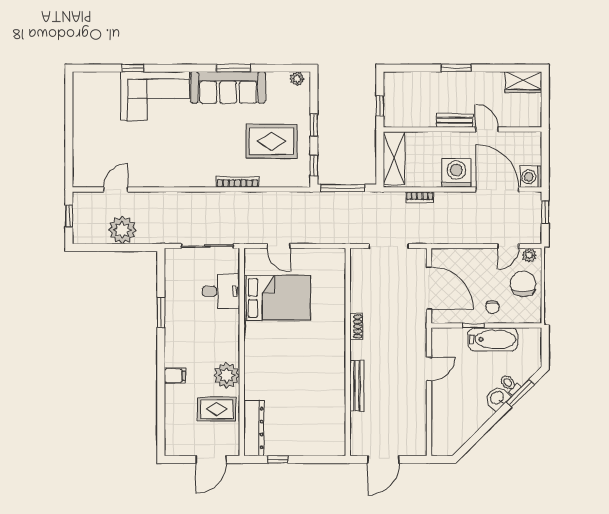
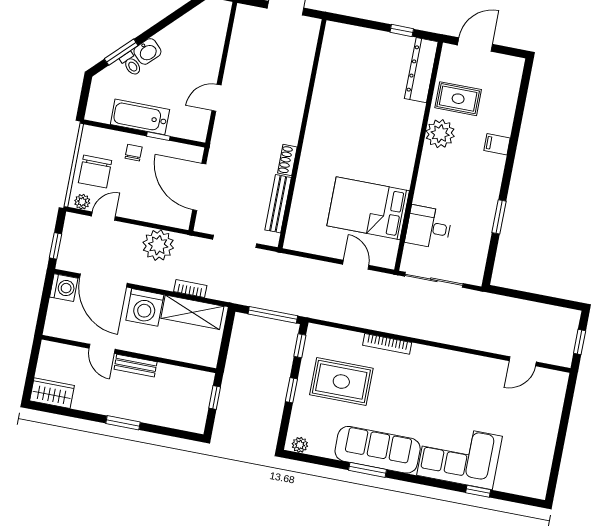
shelving: (394, 158) -> (192, 312), moved, turned 90
plant: (122, 230) -> (158, 245), moved
bench: (357, 386) -> (278, 204), moved

